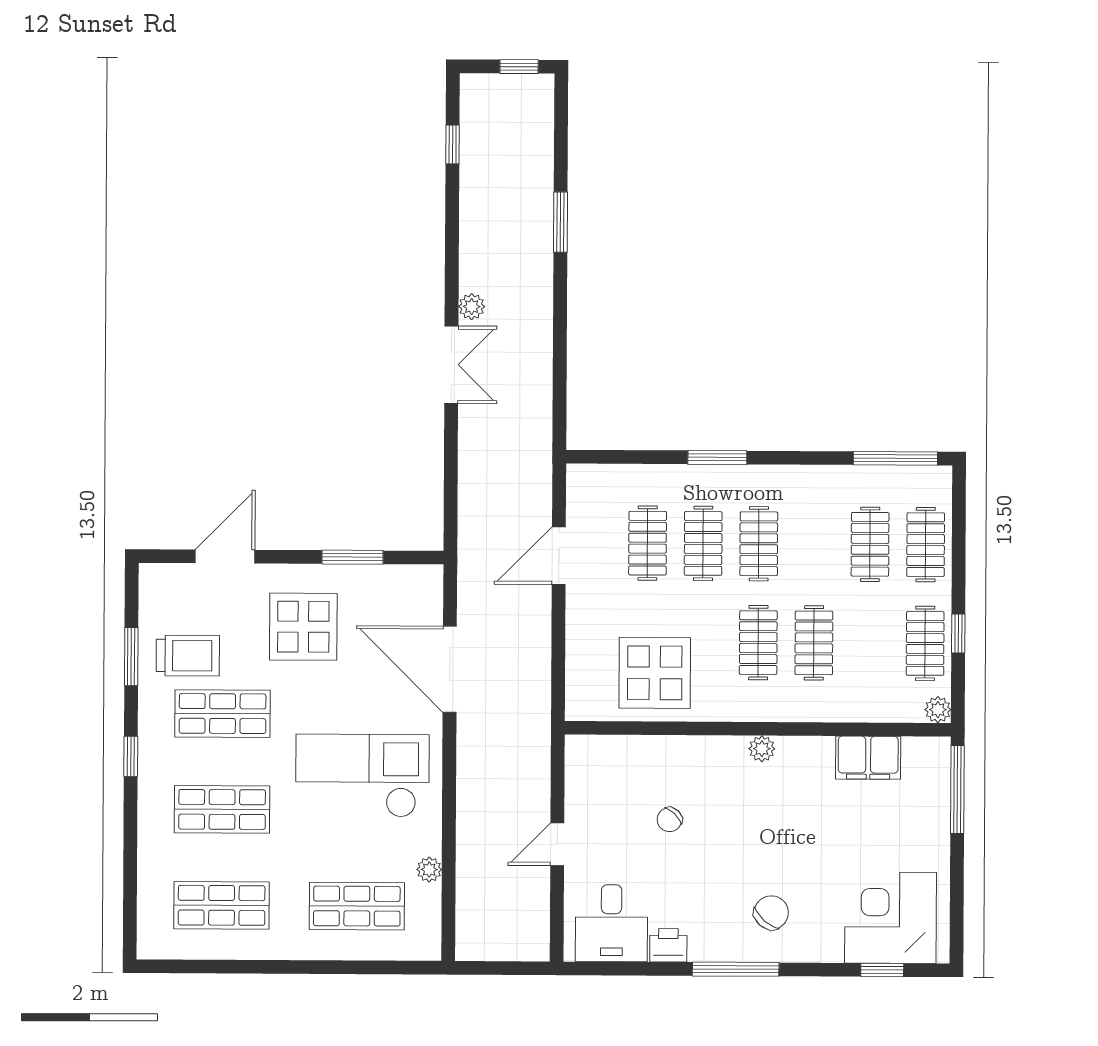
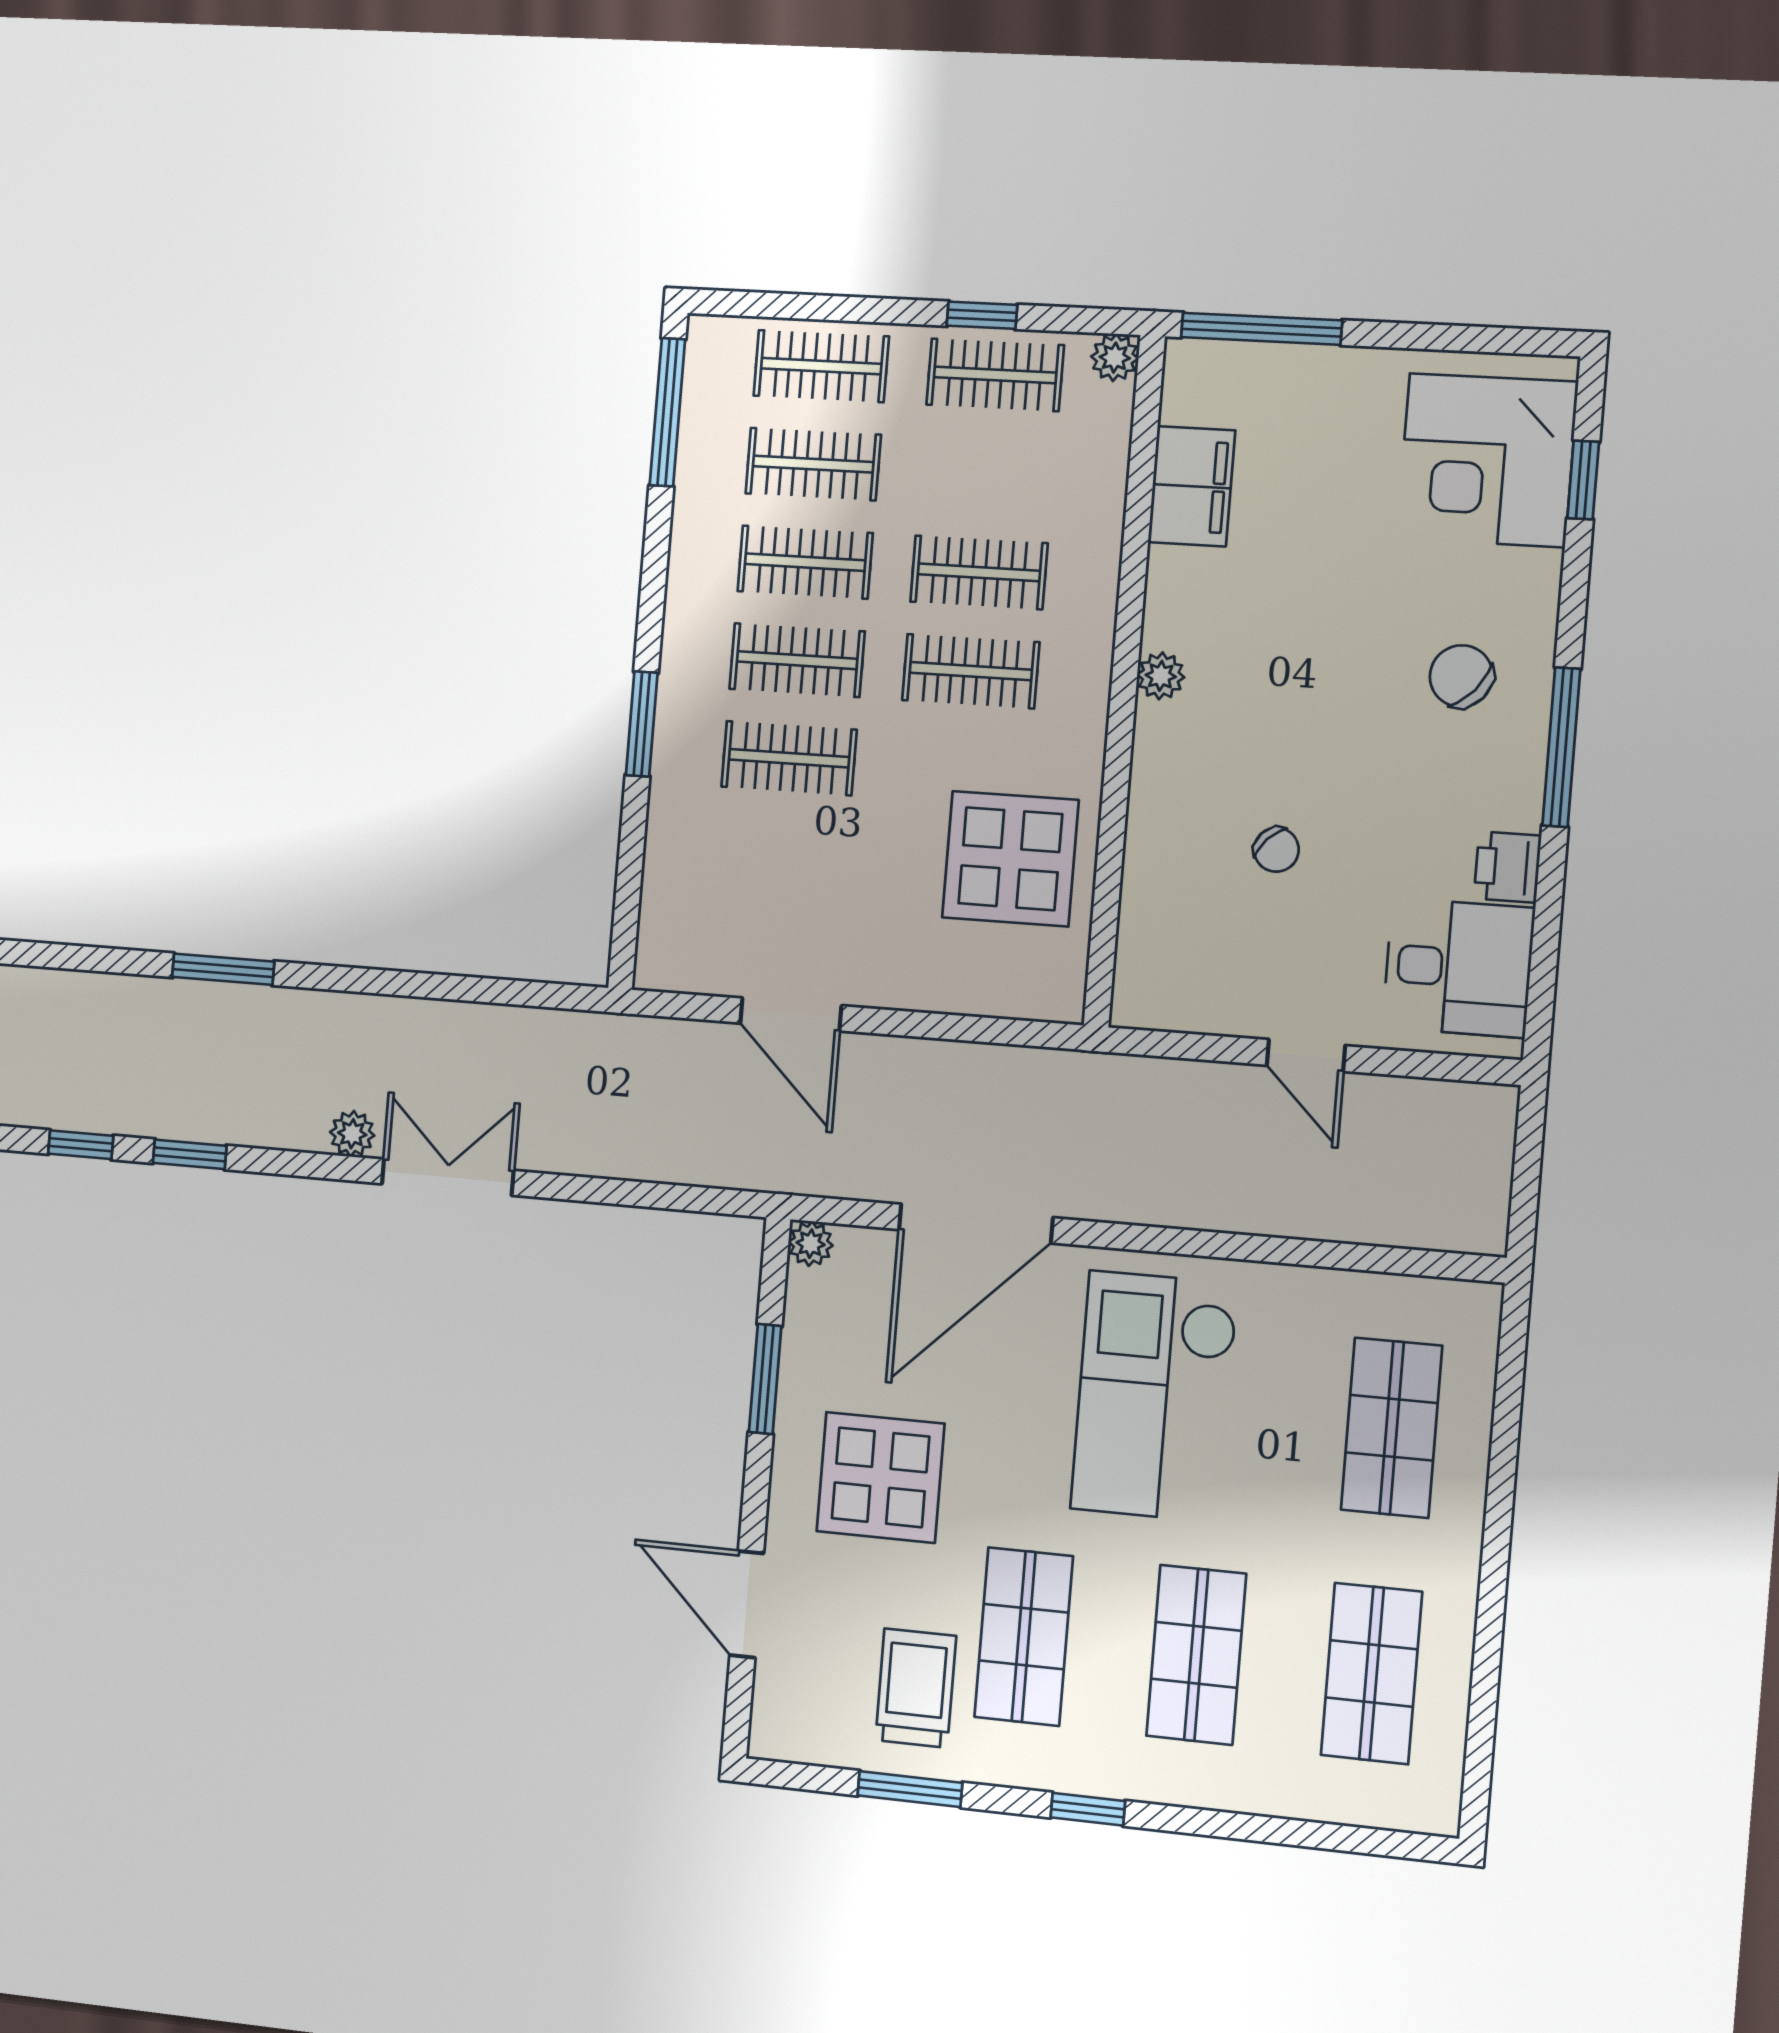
window: (452, 211) -> (190, 1154), added
clothes rail: (648, 543) -> (805, 562), moved
plant: (429, 870) -> (811, 1244), moved

